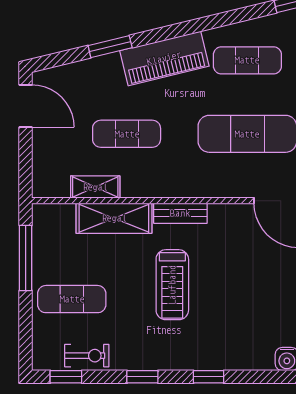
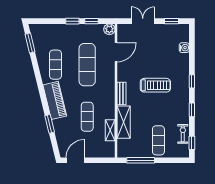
treadmill: (172, 285) -> (155, 85), moved

